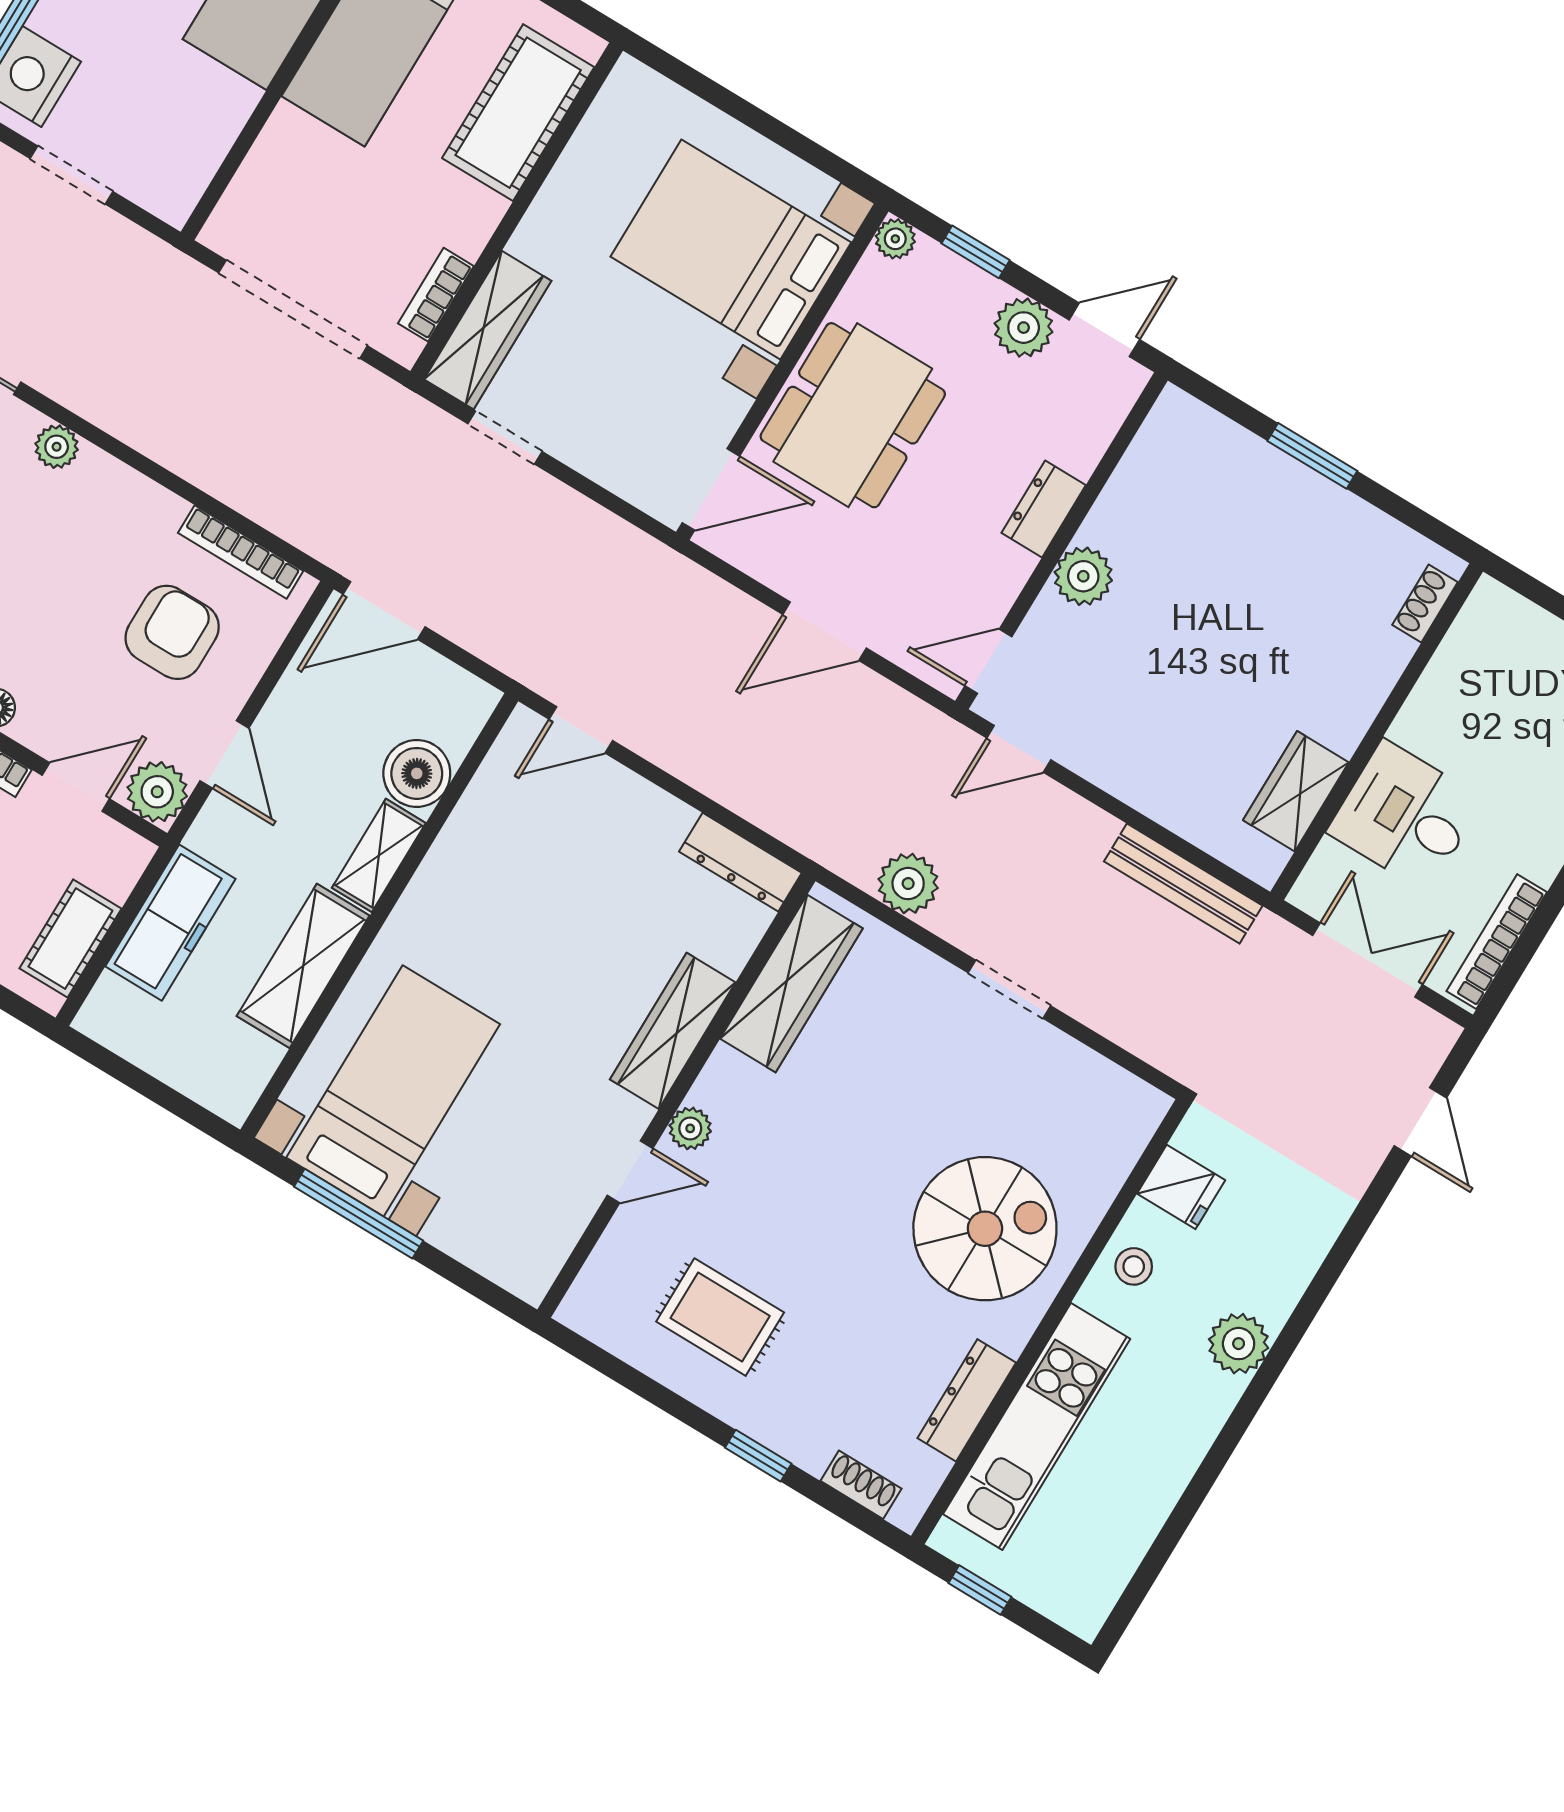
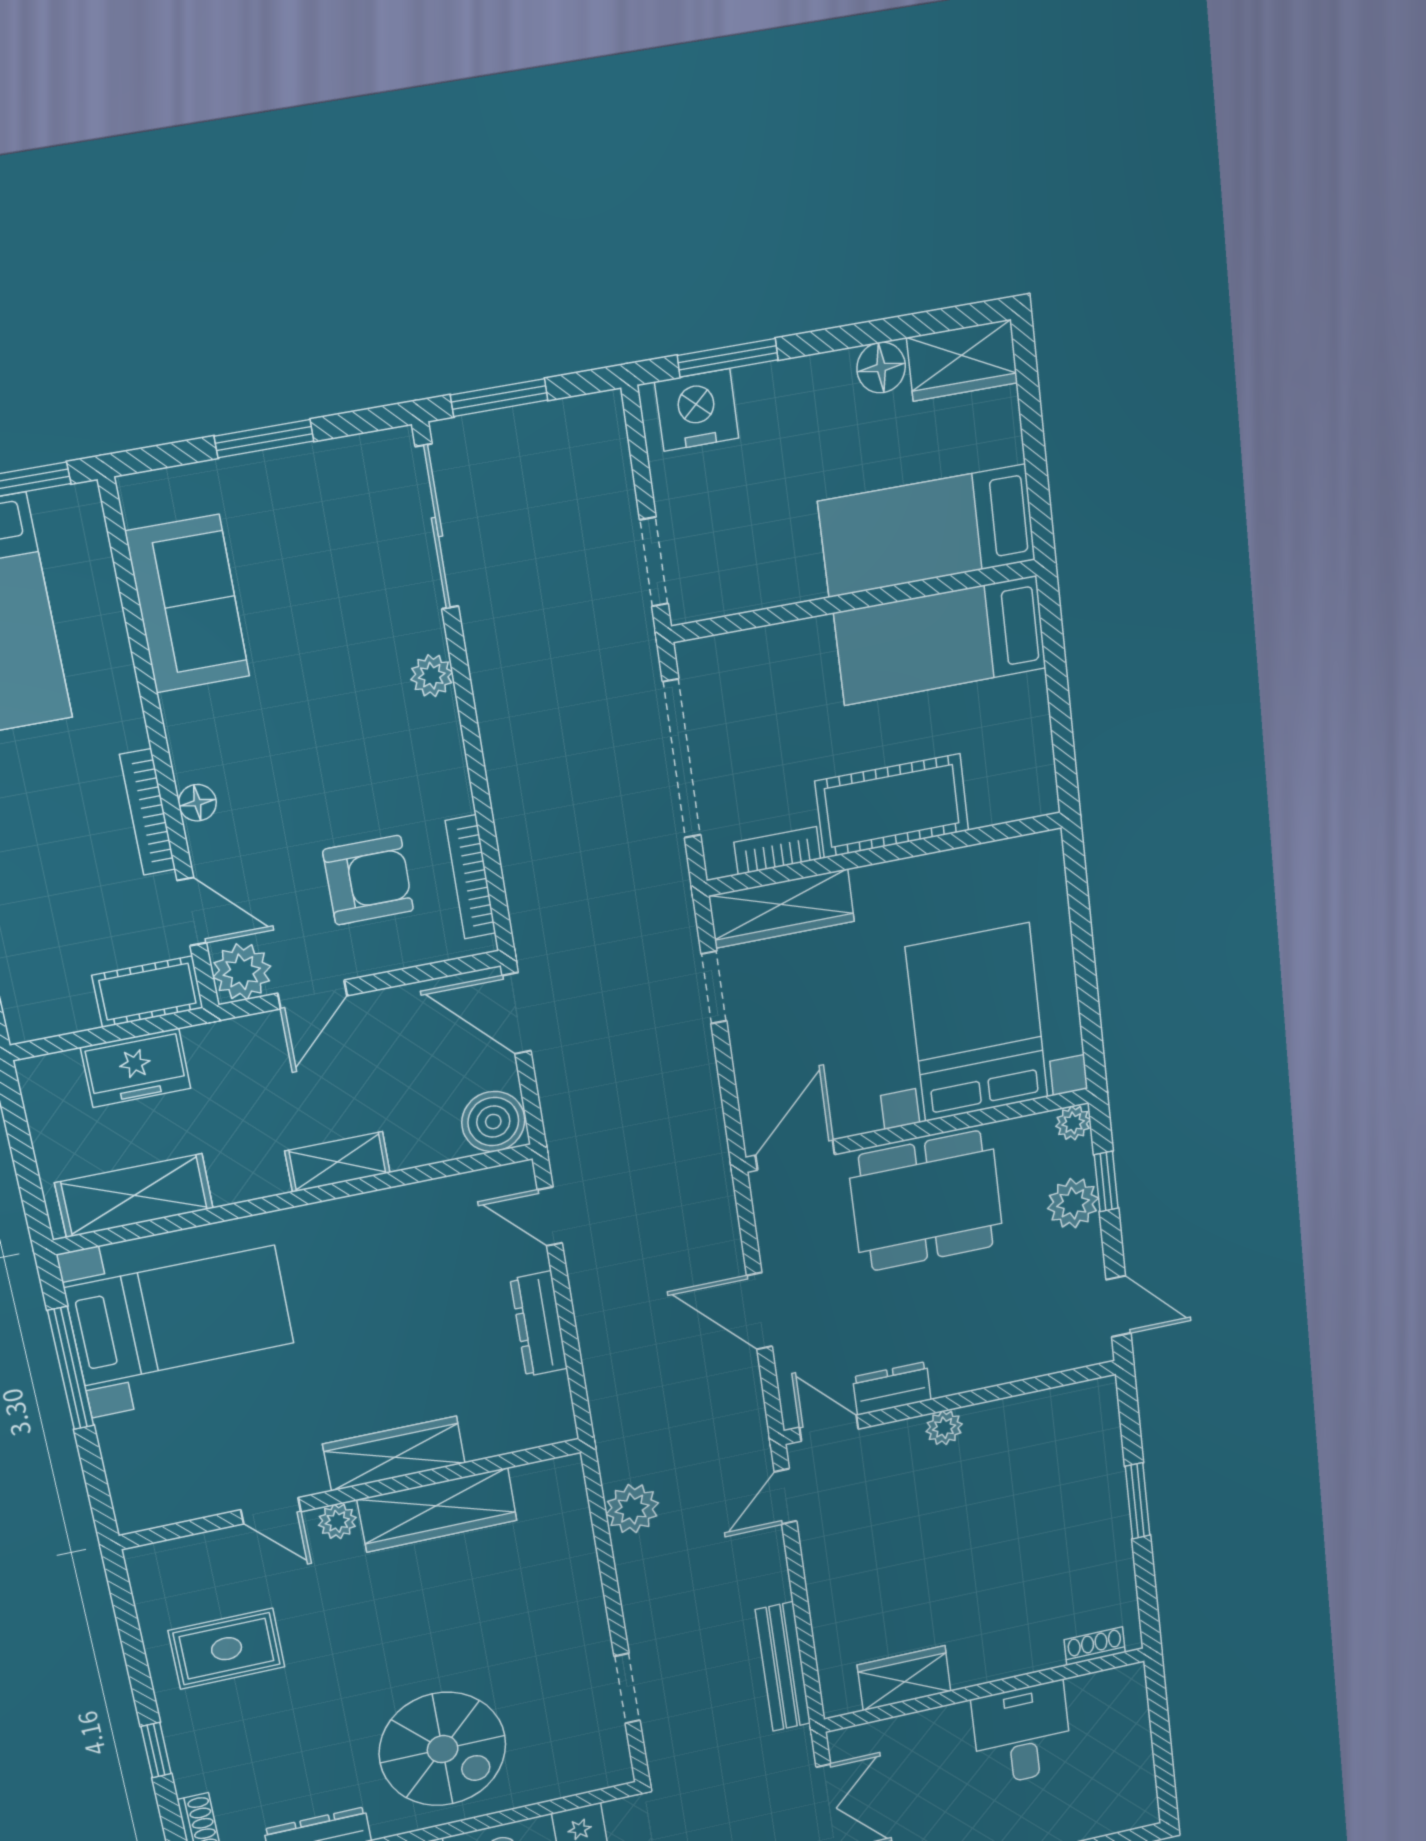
cot: (518, 113) -> (892, 806), moved
doorway: (71, 175) -> (654, 562), moved
plant: (1024, 328) -> (1073, 1203), moved
door: (711, 489) -> (795, 1155), swing flipped
dresser: (1044, 509) -> (892, 1388), moved
plant: (1083, 576) -> (944, 1428), width x0.73, depth x0.73
door: (1019, 749) -> (785, 1496), hinge flipped
boiler: (417, 773) -> (493, 1122), moved
desk: (1405, 816) -> (1022, 1734), moved
dresser: (740, 862) -> (539, 1324), moved
freezer: (170, 923) -> (136, 1068), width x0.71
cot: (70, 939) -> (148, 992), moved
shelving: (303, 966) -> (134, 1195), moved
wardrobe: (791, 984) -> (437, 1510), moved
doorway: (1009, 989) -> (627, 1688), moved
rug: (720, 1317) -> (227, 1649), turned 90

